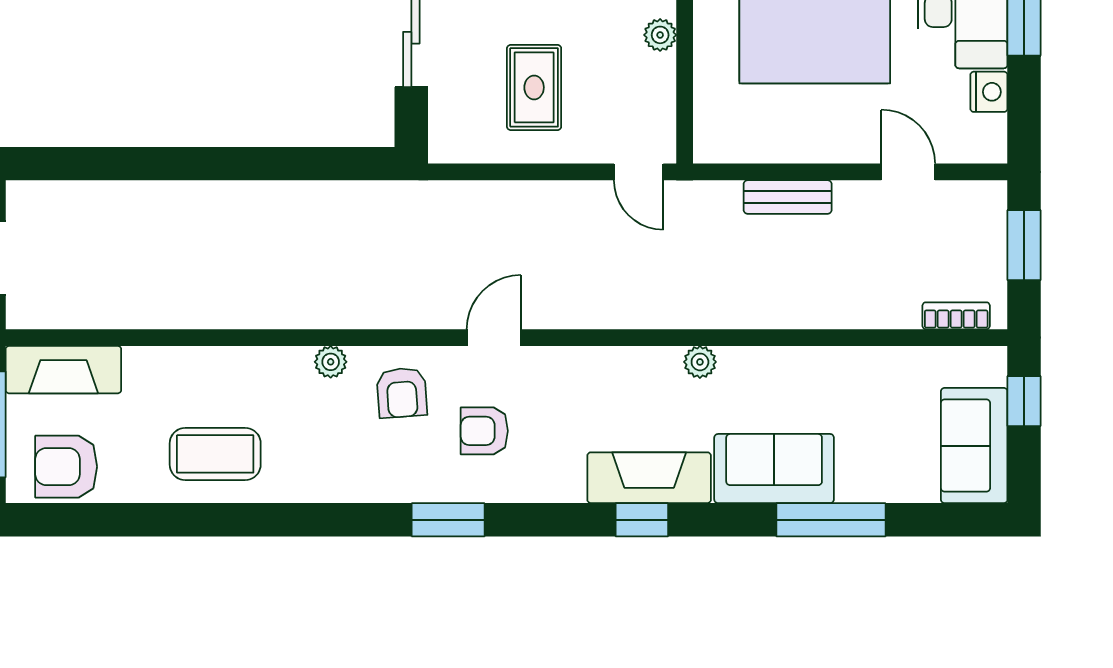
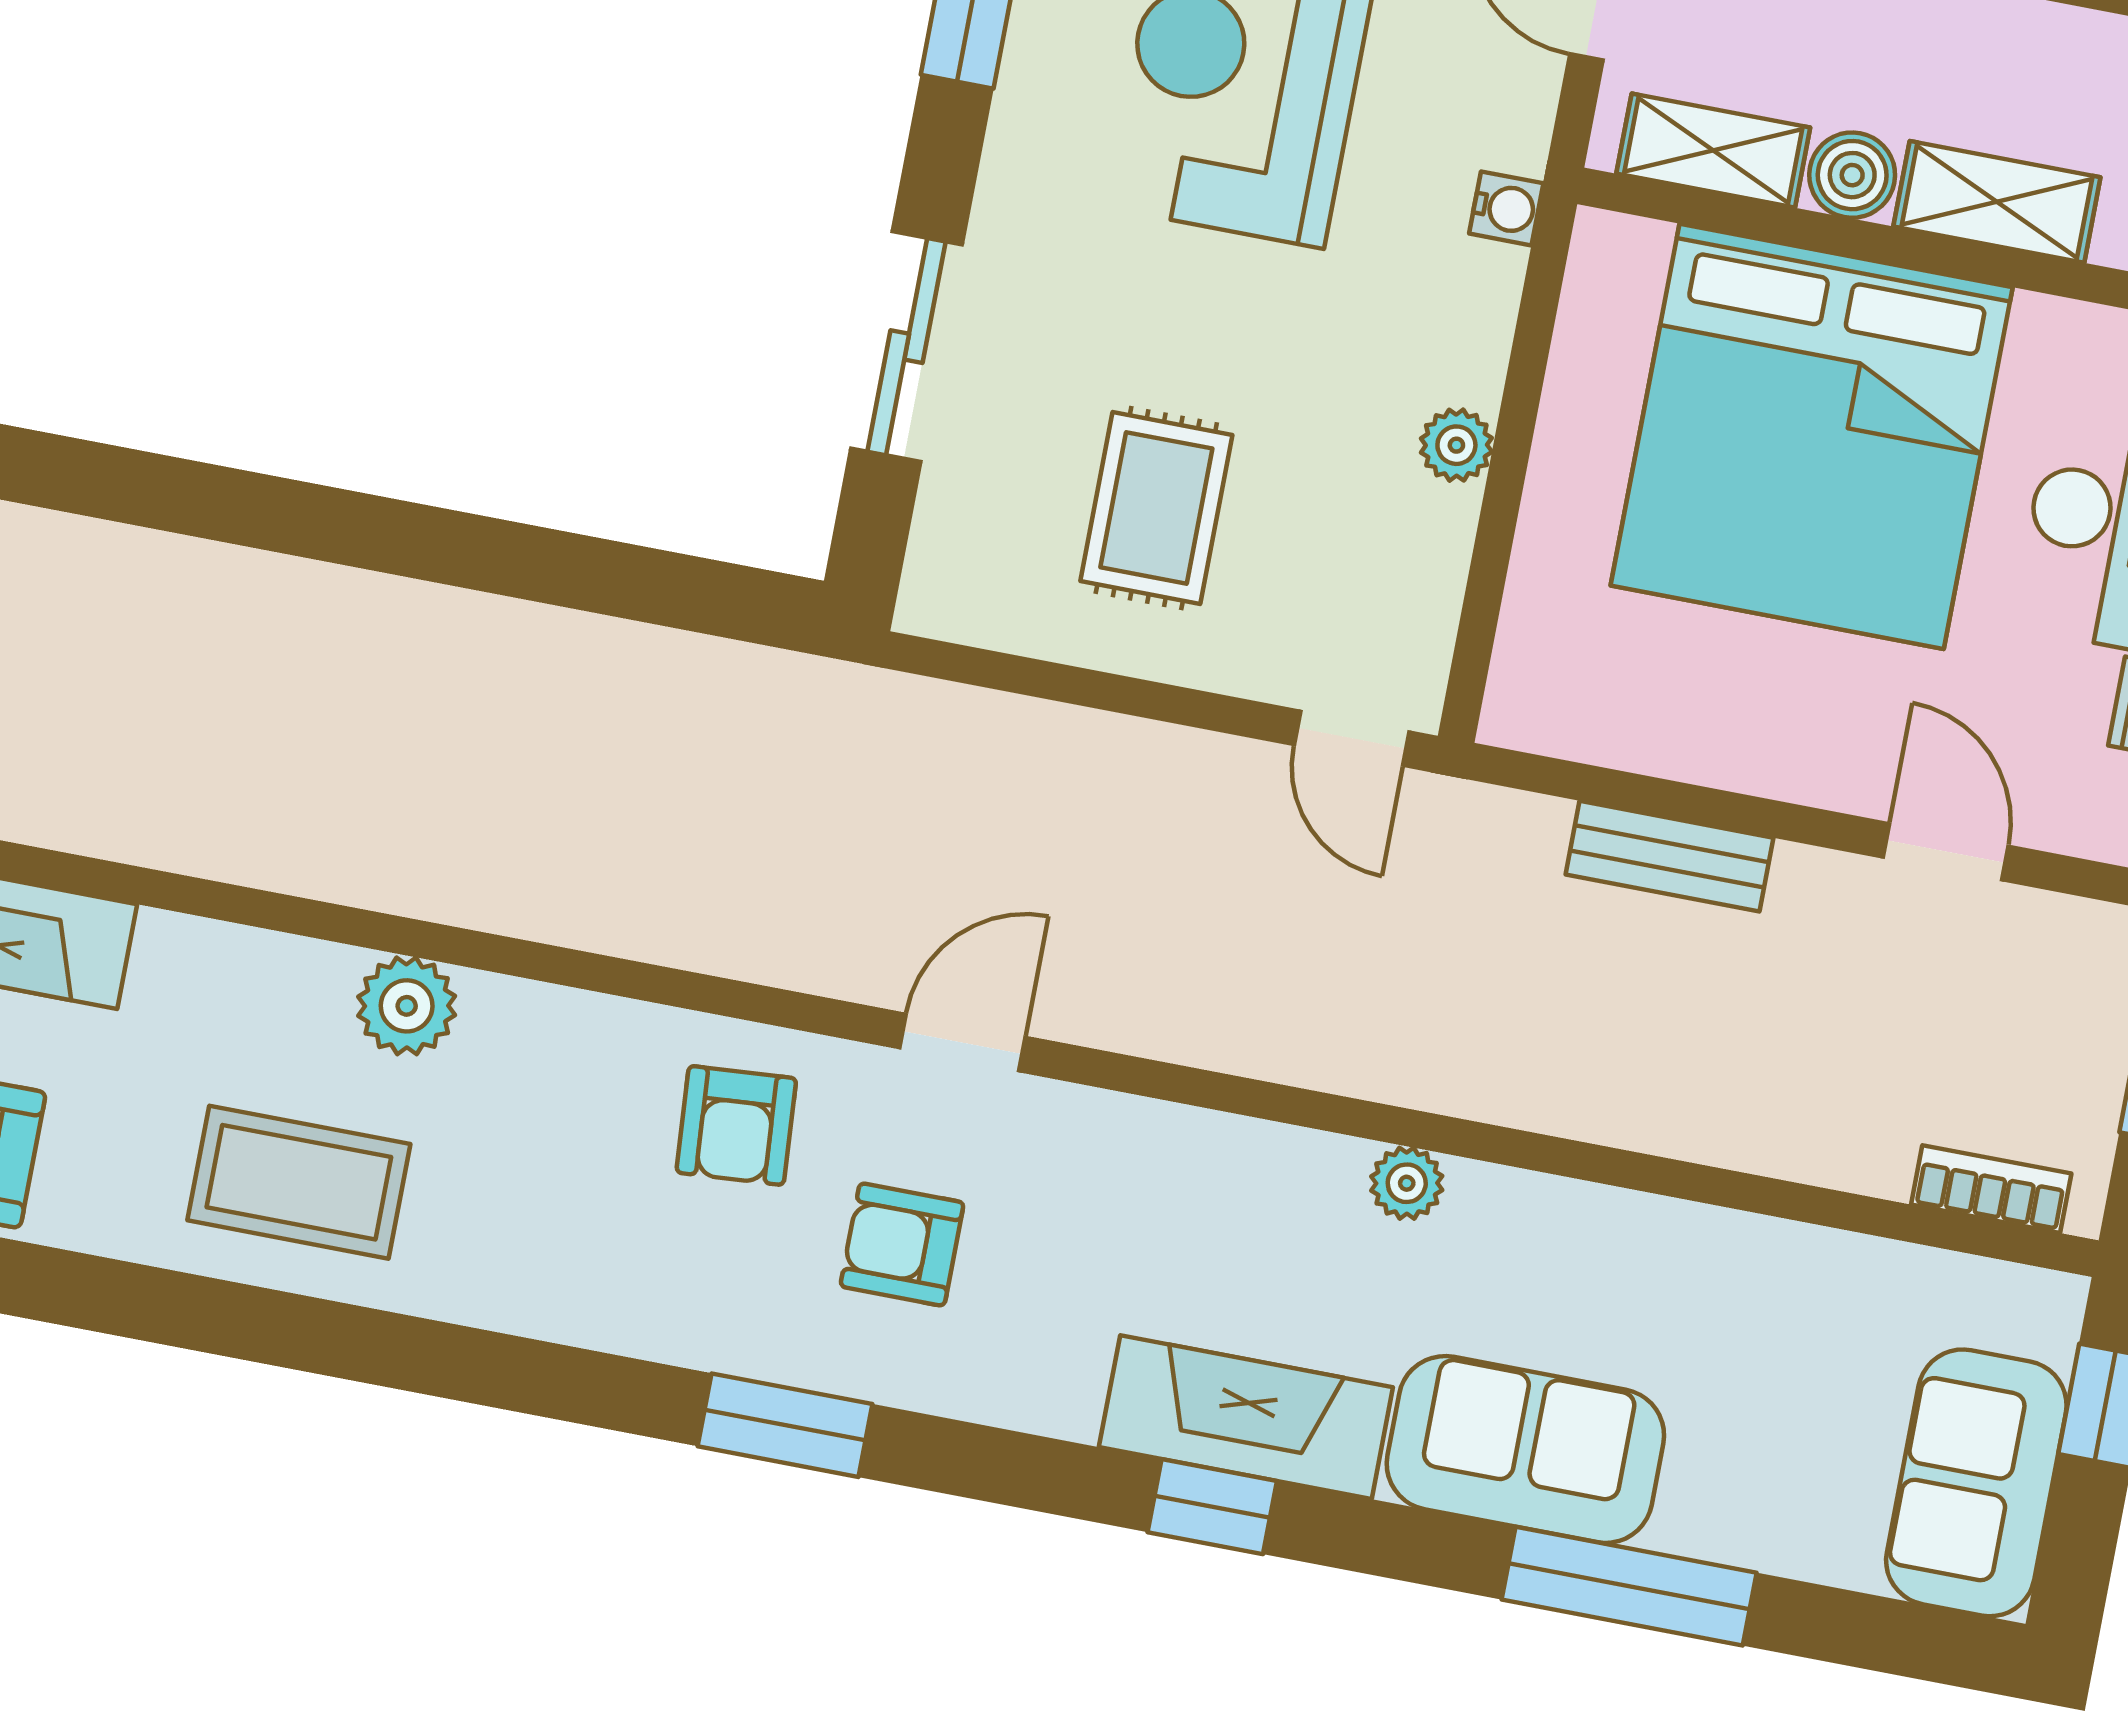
plant: (331, 362) -> (407, 1006), moved, width x1.38, depth x1.38

